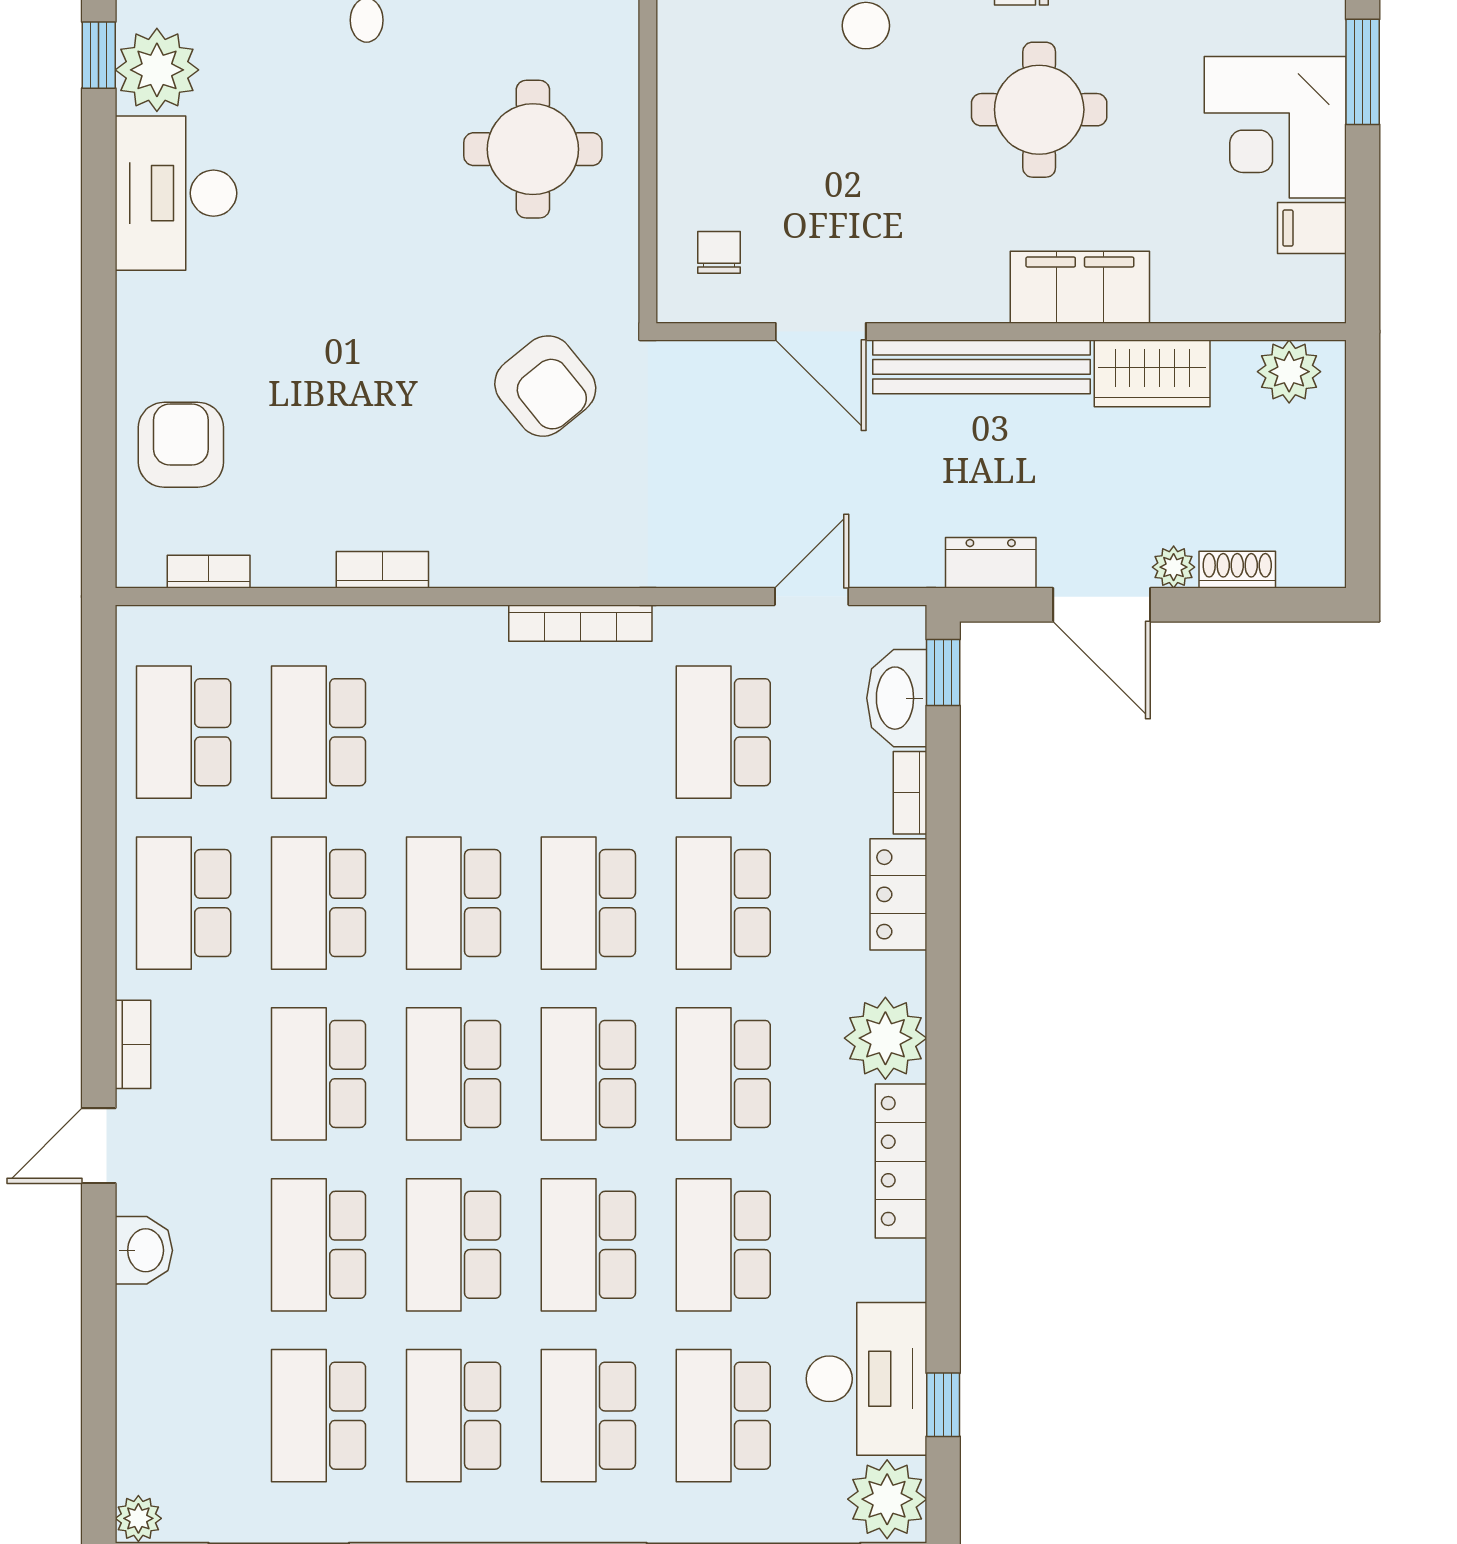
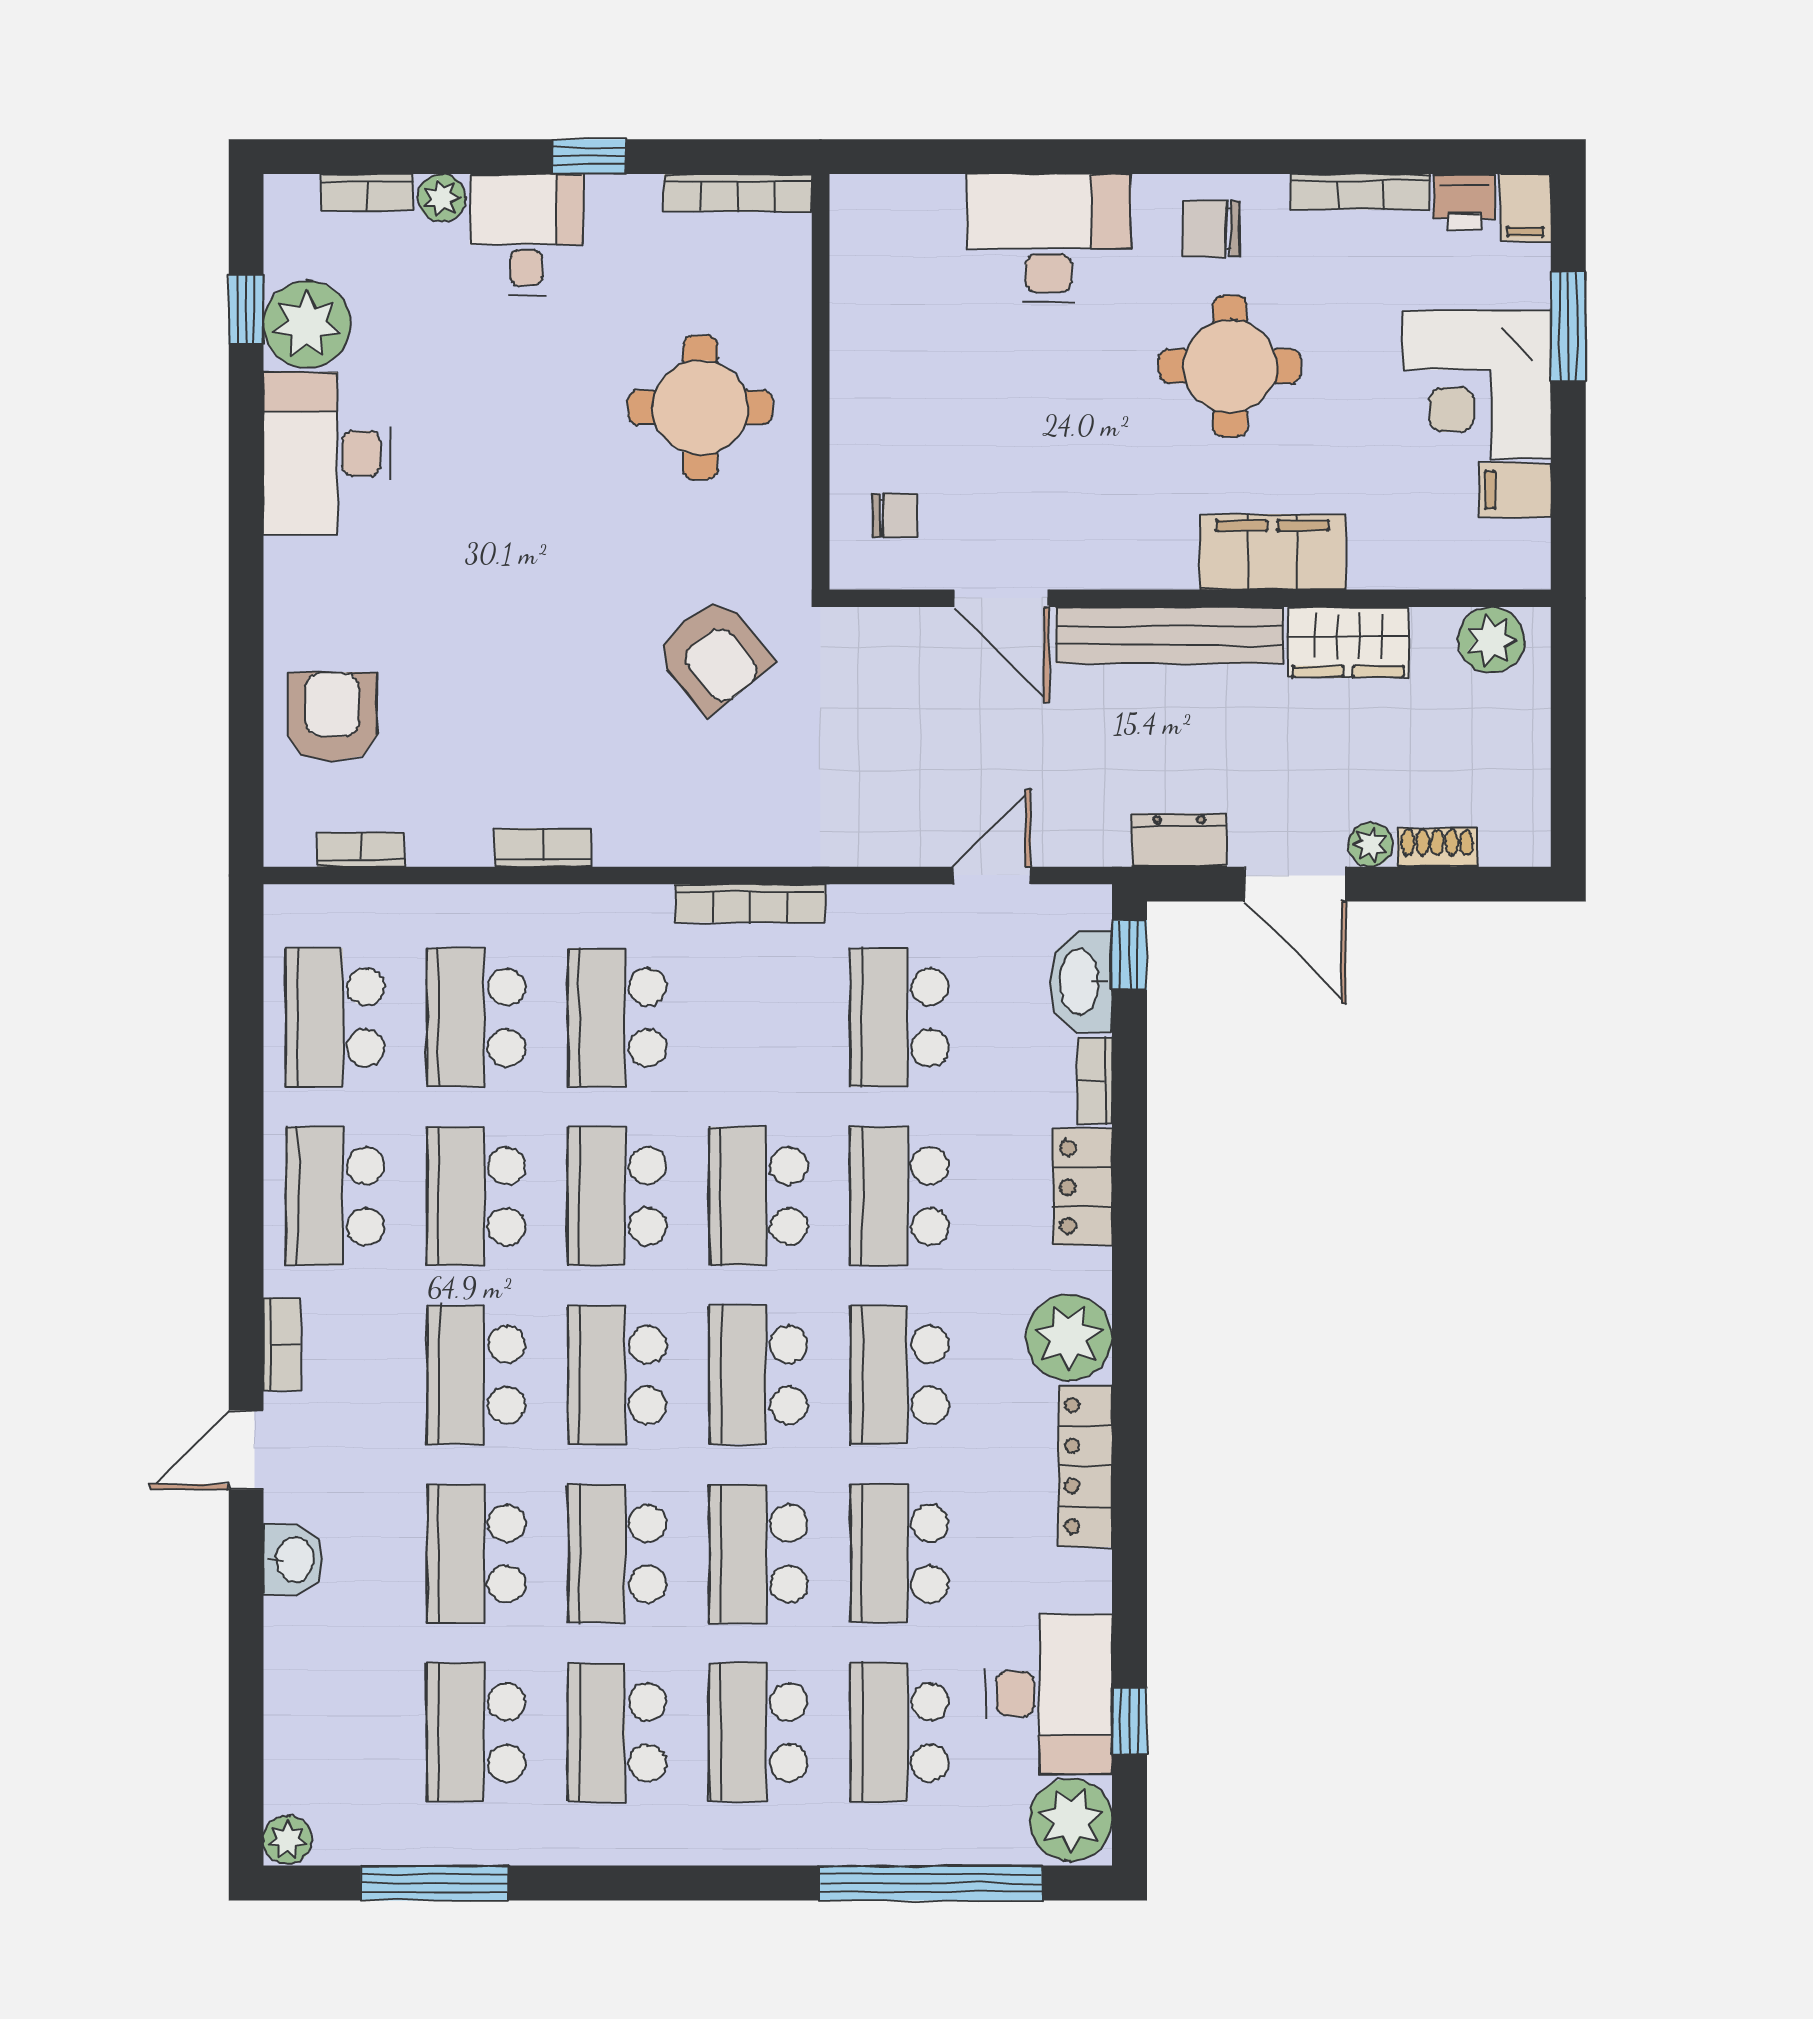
chair: (719, 252) -> (895, 516), turned 90
school desk: (453, 732) -> (617, 1017), added

